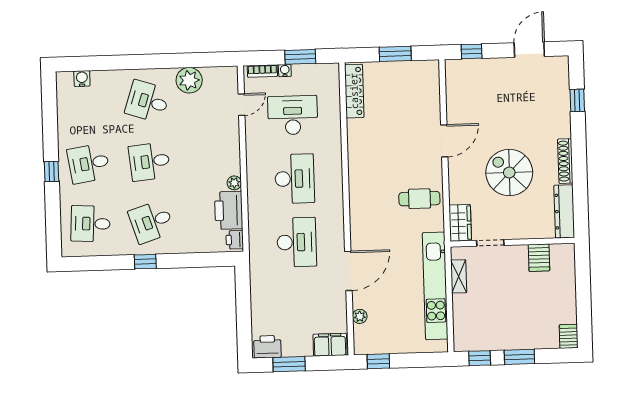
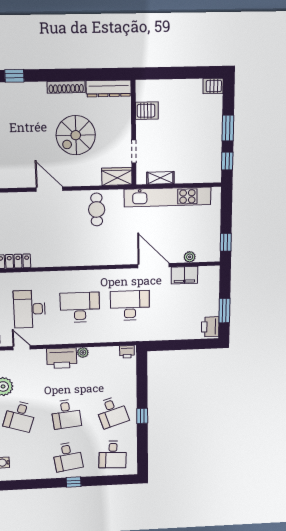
printer: (229, 210) -> (62, 358), moved
filing cabinet: (330, 345) -> (184, 275), moved, turned -90

